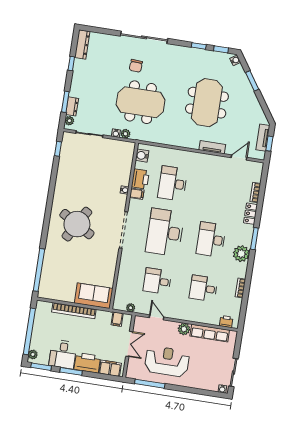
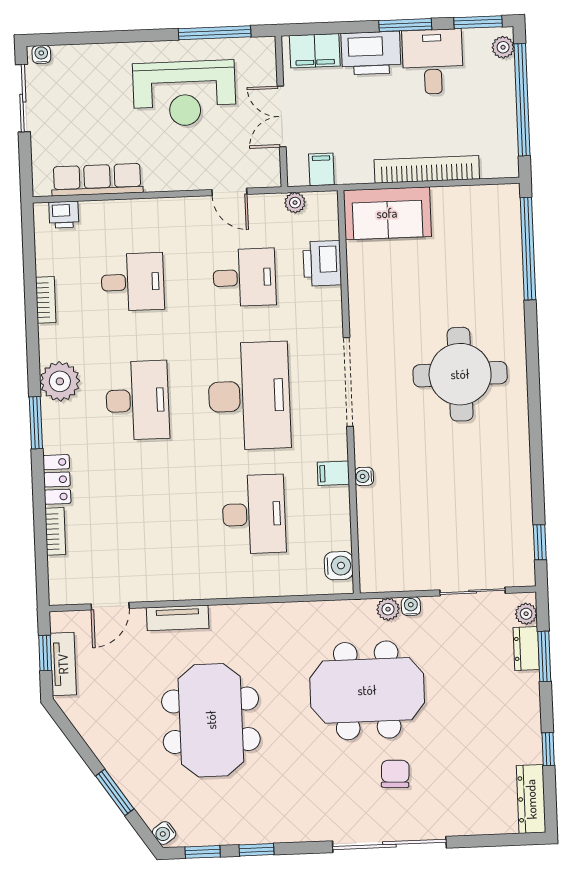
printer: (140, 179) -> (322, 263), moved
round table: (77, 224) -> (460, 374), turned -30
plant: (184, 329) -> (159, 177), removed

